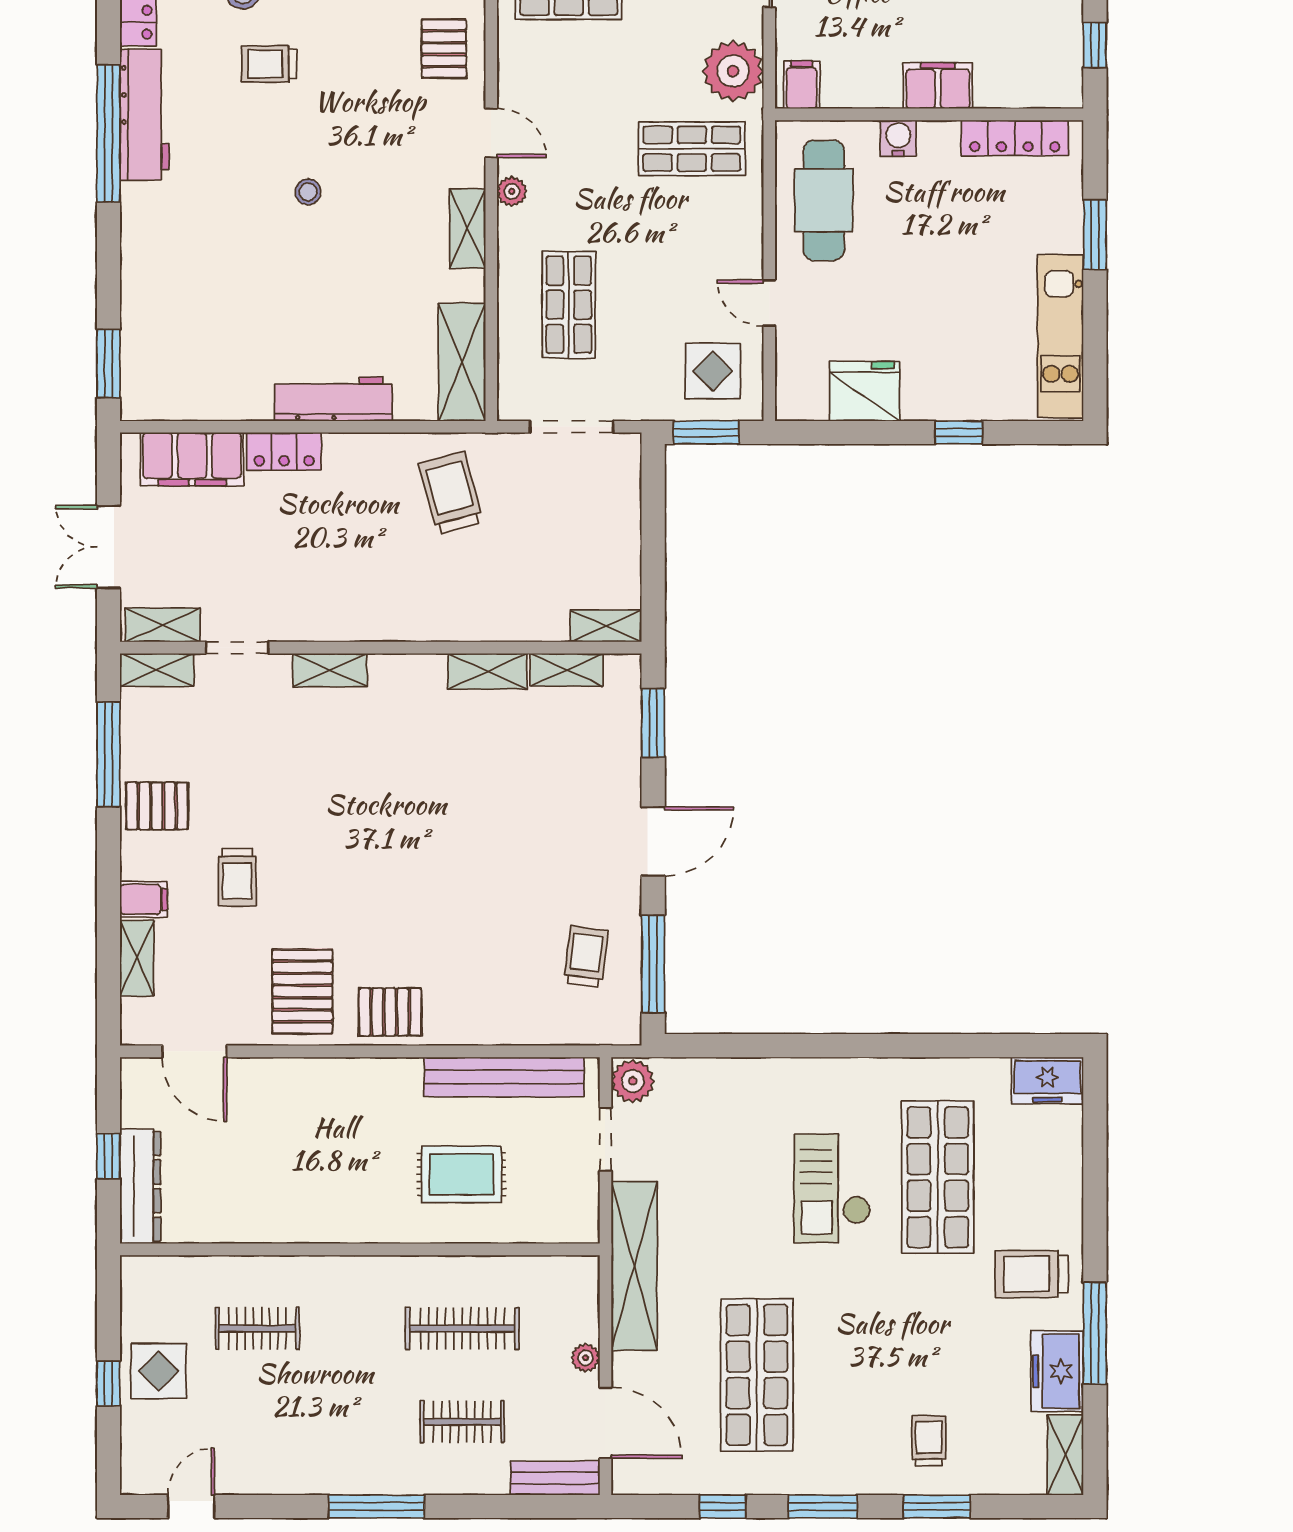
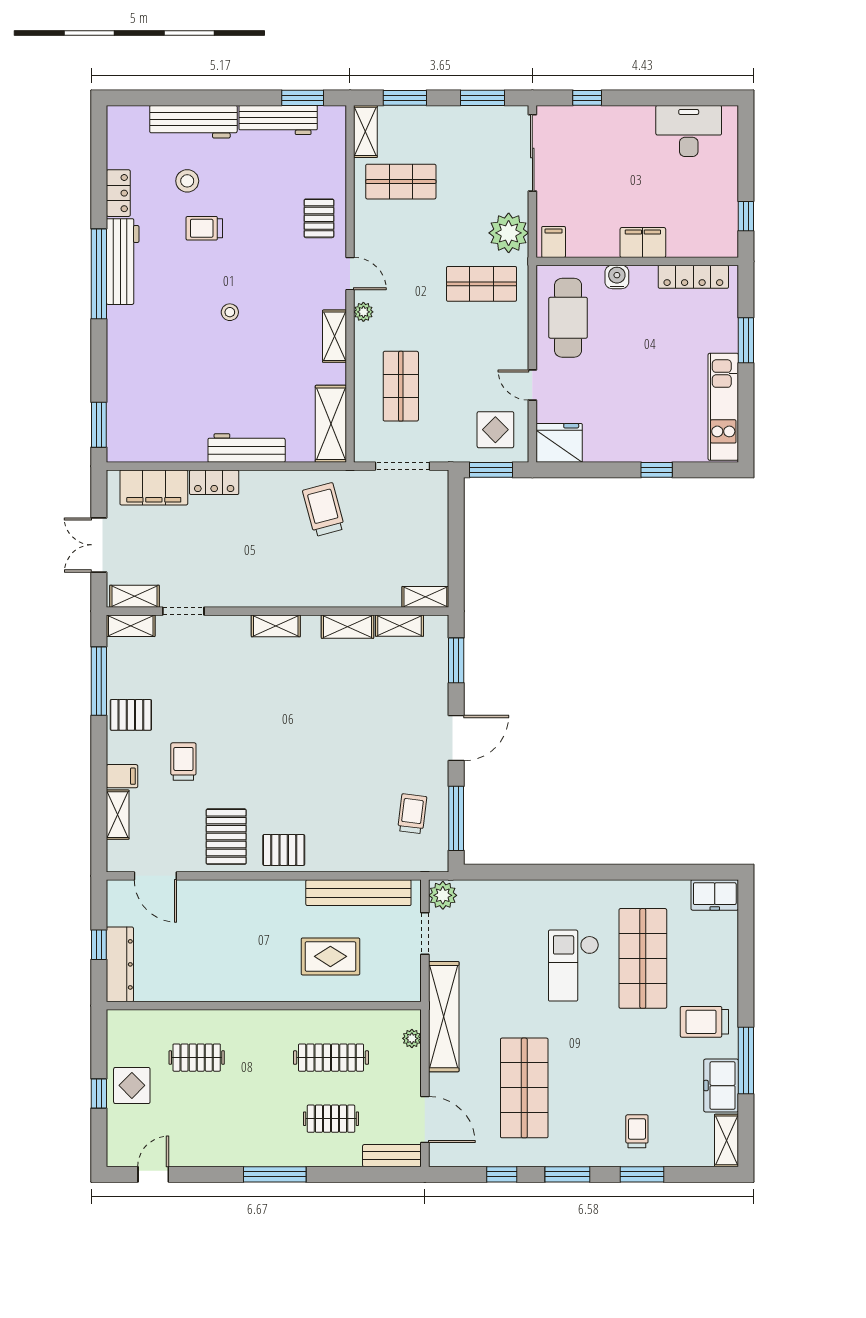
fridge: (865, 391) -> (559, 443), moved
shelving: (330, 670) -> (276, 626), moved
trolley: (237, 877) -> (183, 762), turned 180
plant: (585, 1358) -> (412, 1038), moved

